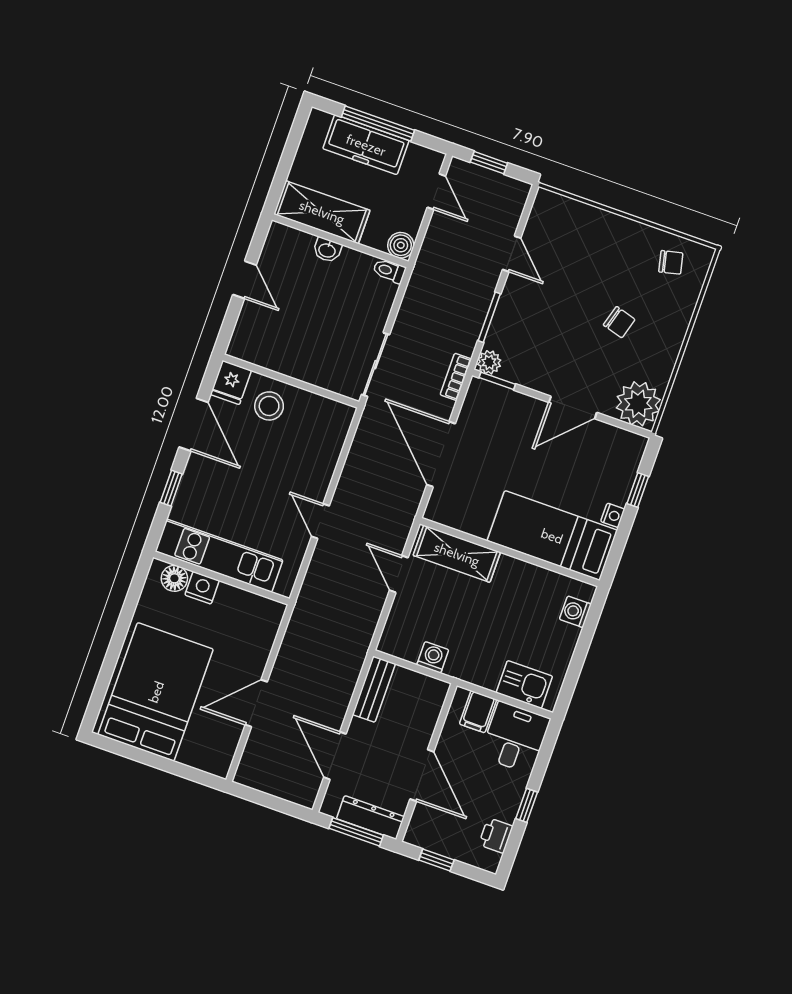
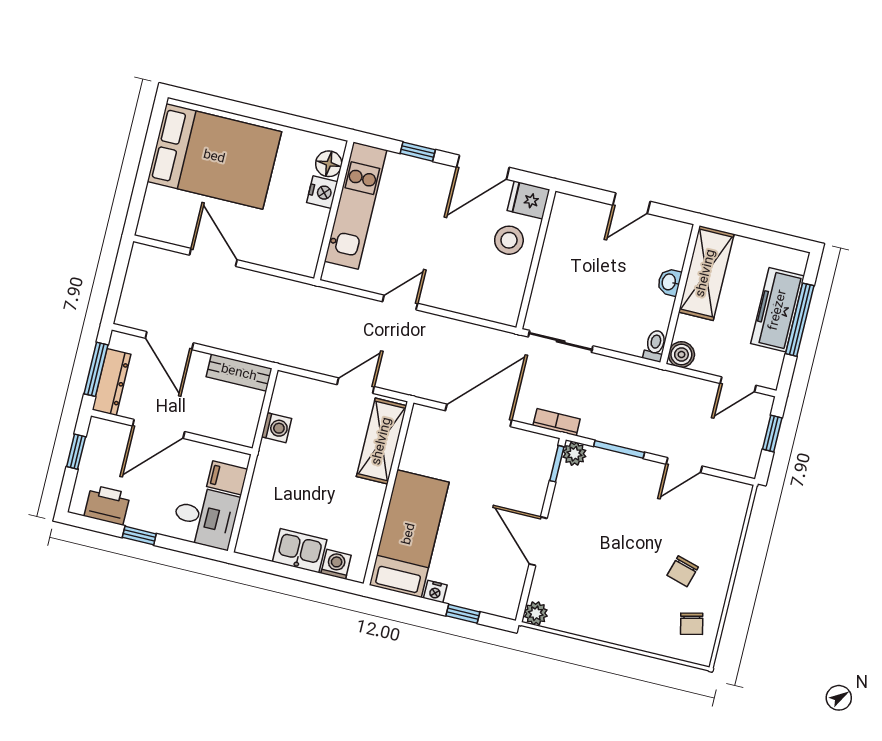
chair: (619, 322) -> (683, 571), moved
plant: (638, 404) -> (536, 613), width x0.53, depth x0.53
kitchen sink: (524, 685) -> (300, 551), moved, turned -90
door: (335, 756) -> (169, 341), swing flipped
printer: (496, 836) -> (107, 505), width x1.36, depth x1.24

